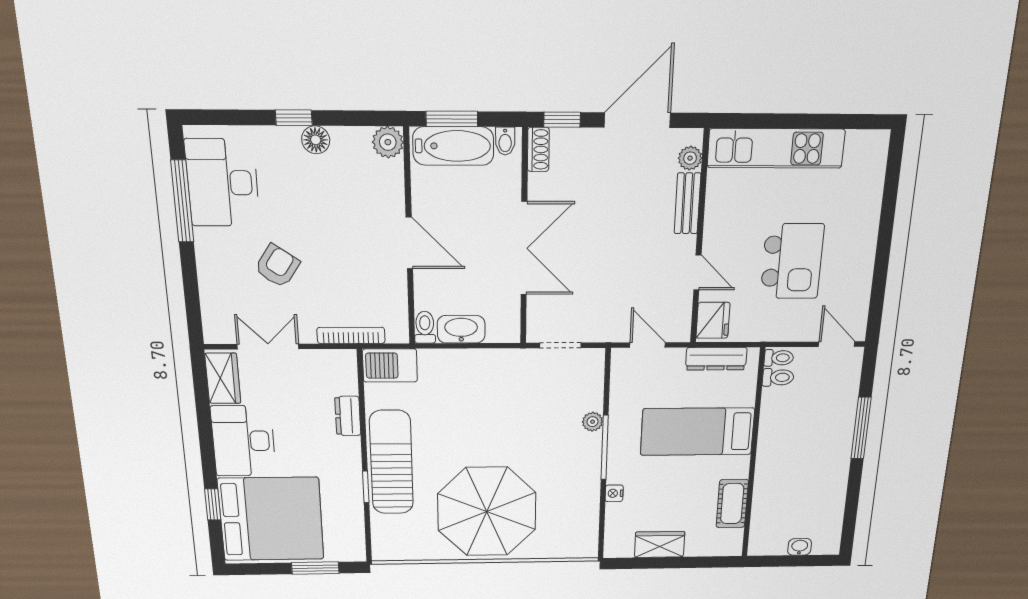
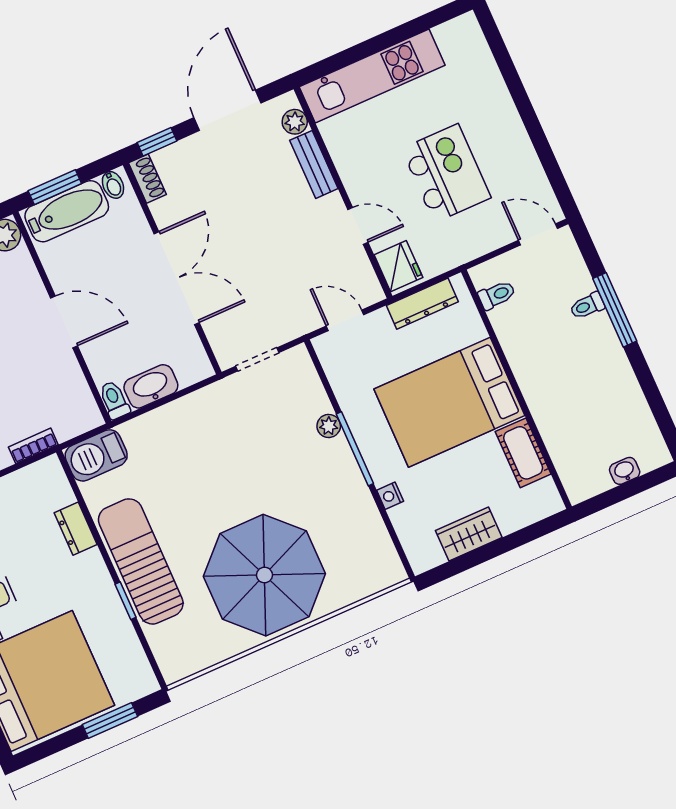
bookcase: (351, 335) -> (33, 446), width x0.64
toilet: (779, 358) -> (587, 306), moved, turned 180
bed: (697, 432) -> (449, 402), width x1.50

